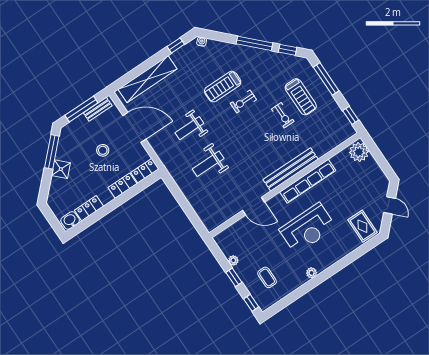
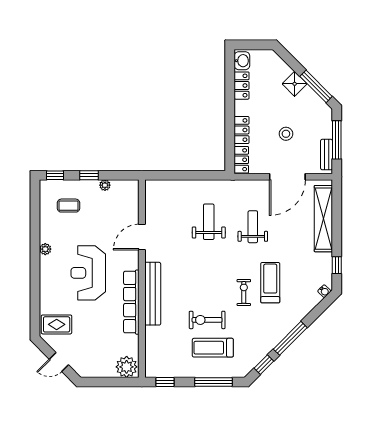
exercise bike: (283, 115) -> (207, 320), width x1.38, depth x1.39

